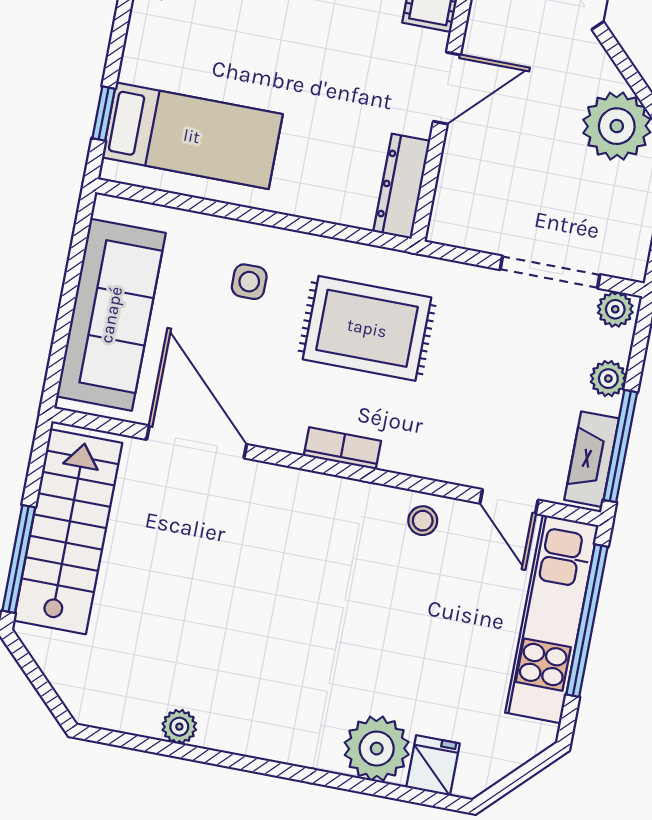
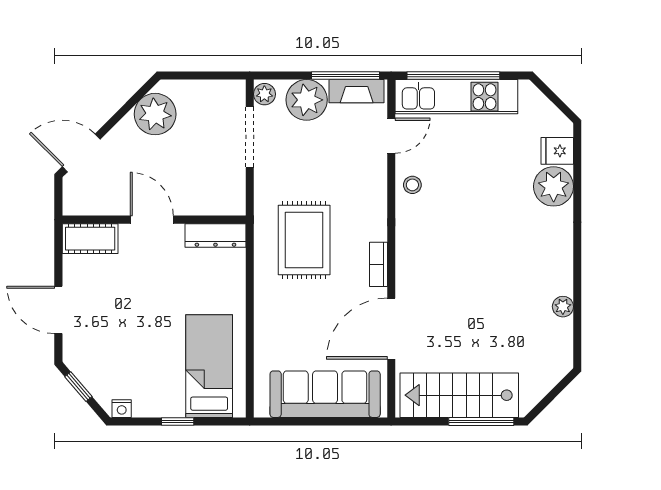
window: (104, 113) -> (178, 421), moved
side table: (249, 282) -> (290, 316), removed
plant: (608, 379) -> (307, 100), width x1.88, depth x1.88
bookcase: (342, 448) -> (378, 264), moved

